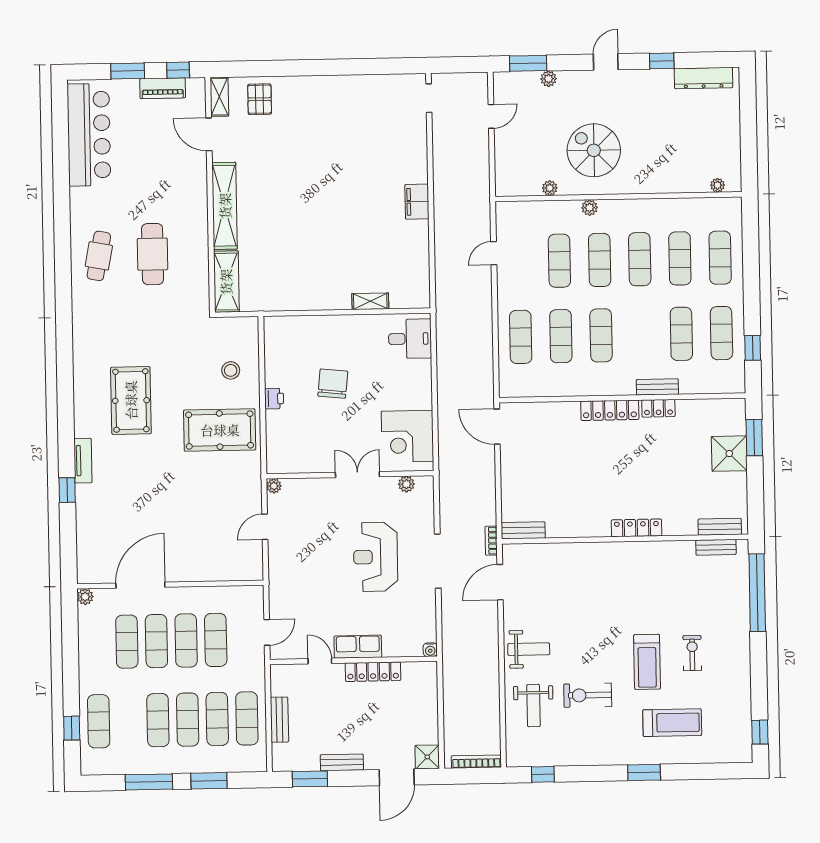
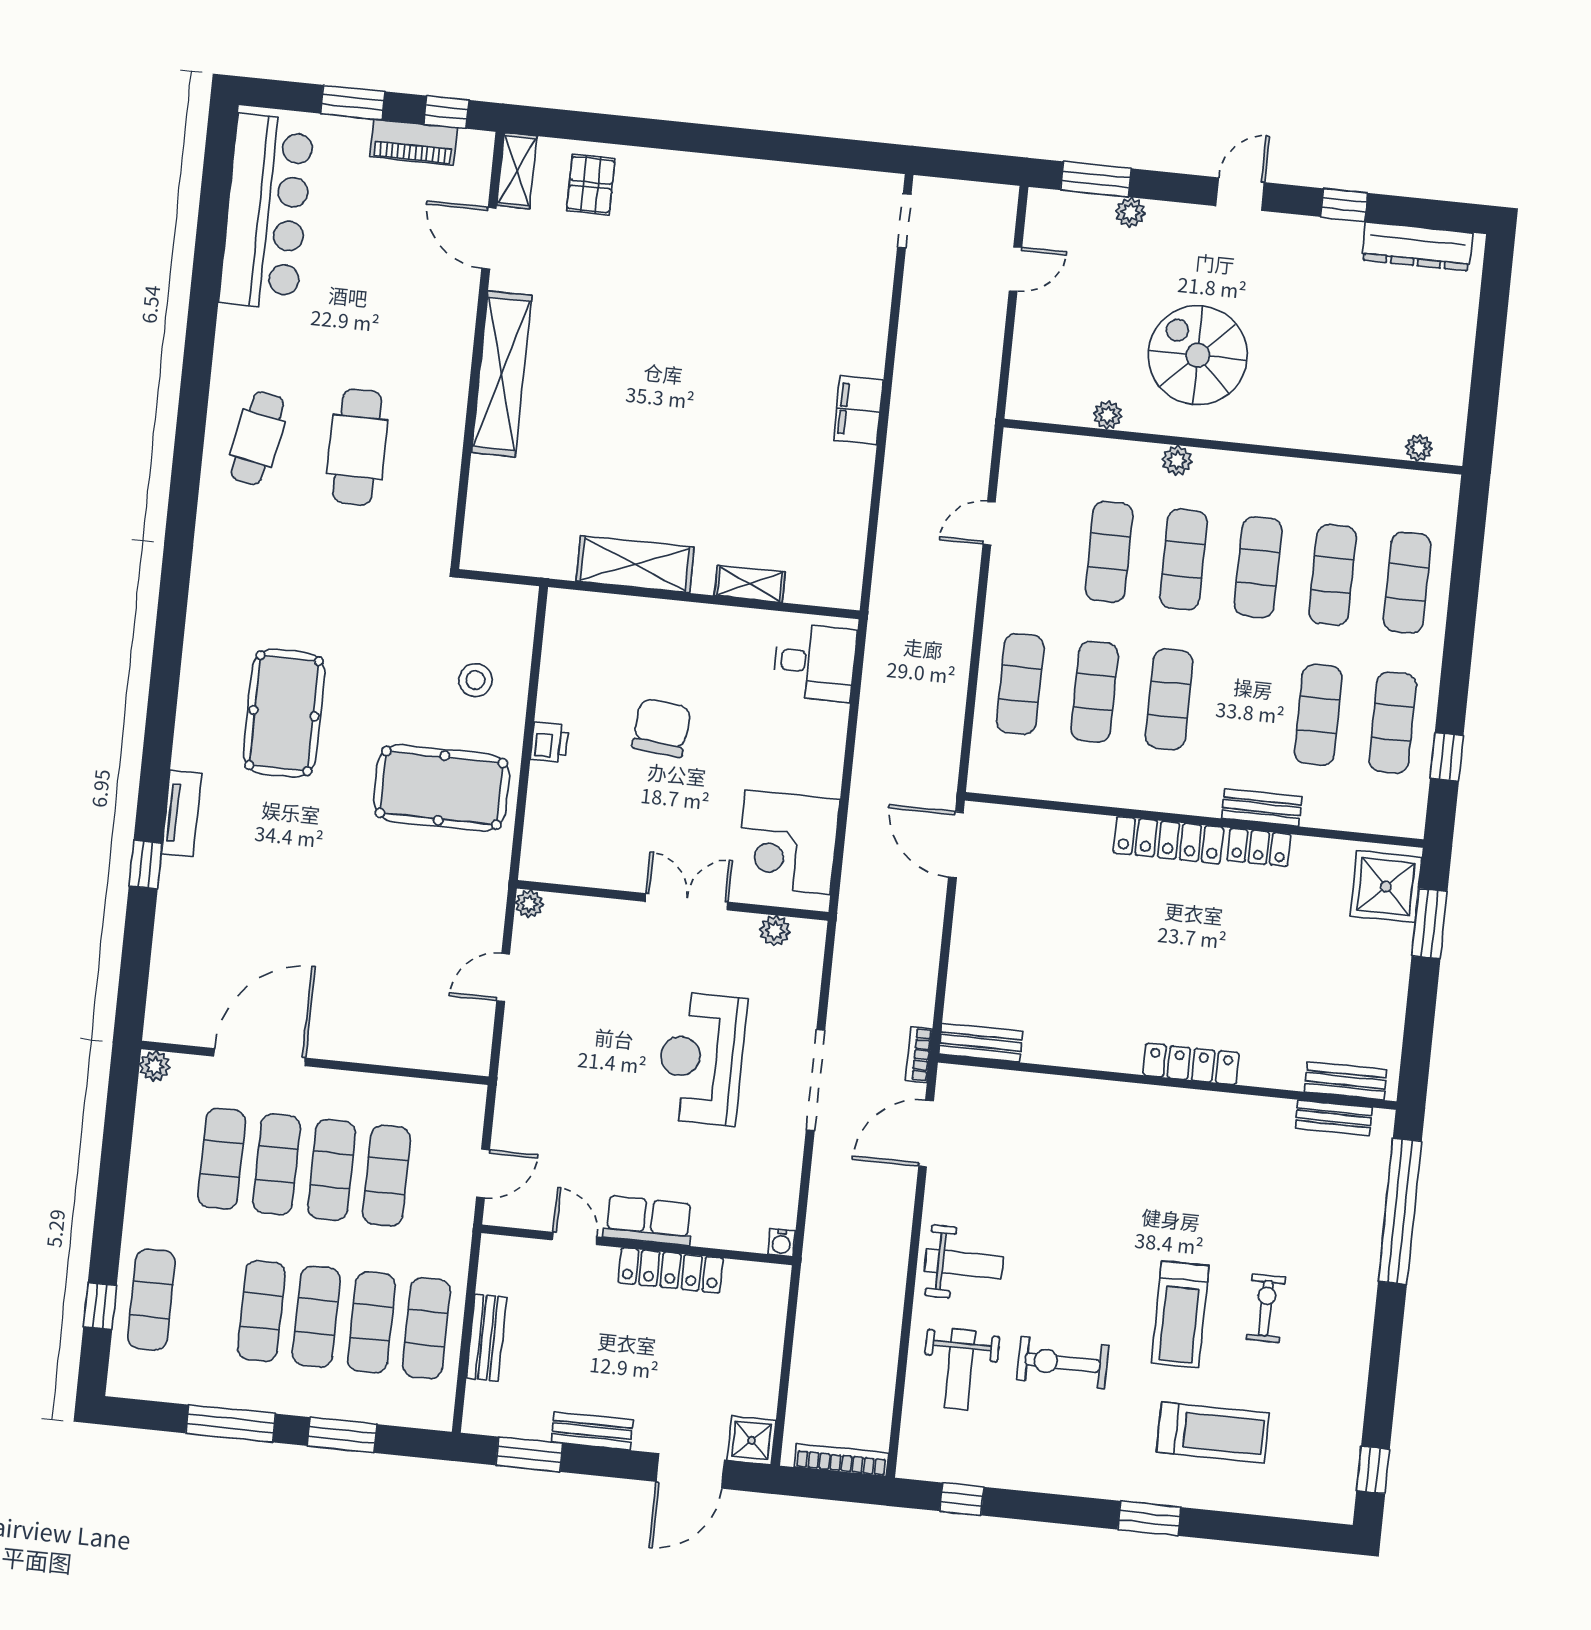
shelving: (226, 282) -> (635, 564), moved, turned 90
shower: (729, 454) -> (1386, 887), moved

